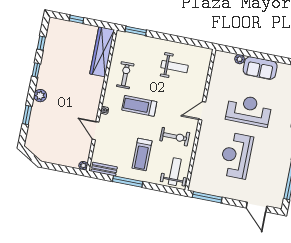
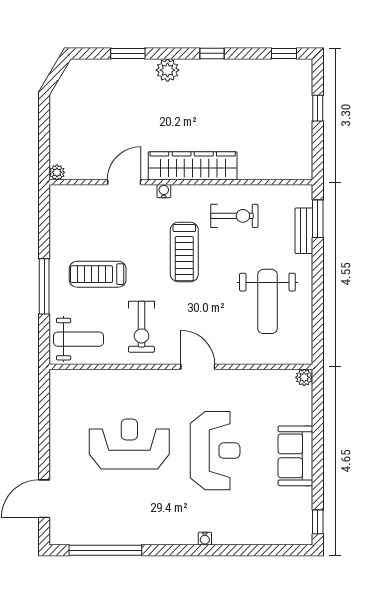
window: (41, 43) -> (284, 53), moved
wardrobe: (102, 52) -> (193, 166), moved
plant: (240, 59) -> (304, 377), moved
weight bench: (175, 67) -> (267, 301), width x1.36, depth x1.33
treadmill: (139, 106) -> (184, 252), turned 180
bench: (104, 169) -> (304, 231), moved
window: (128, 181) -> (44, 286), moved
window: (207, 197) -> (44, 407), removed

